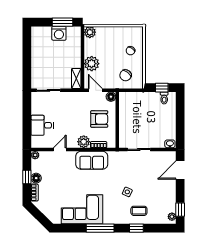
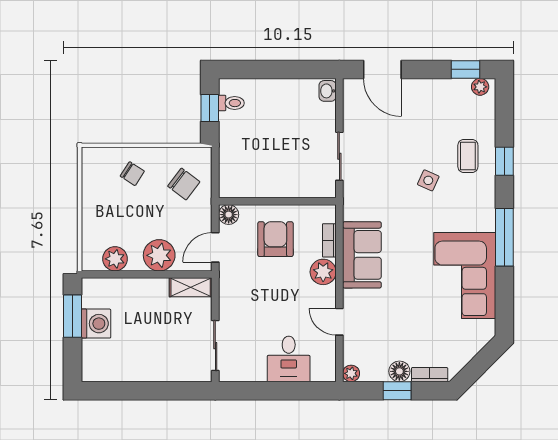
plant: (90, 32) -> (115, 259), moved

